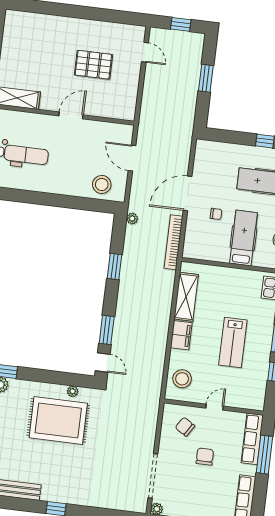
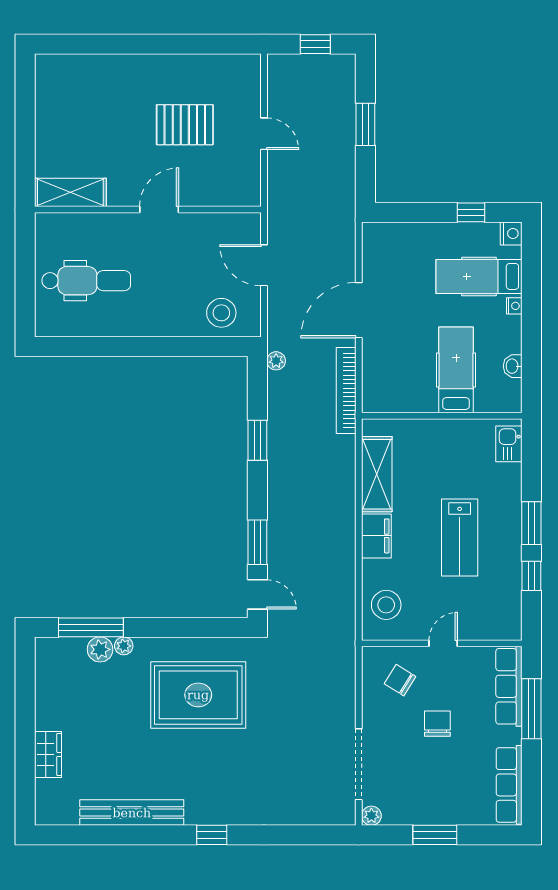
door: (145, 52) -> (264, 134), moved
chair: (216, 214) -> (408, 337), removed
plant: (73, 391) -> (124, 646), moved

